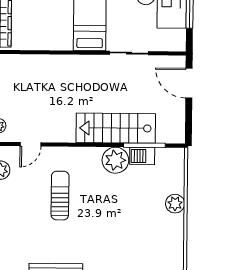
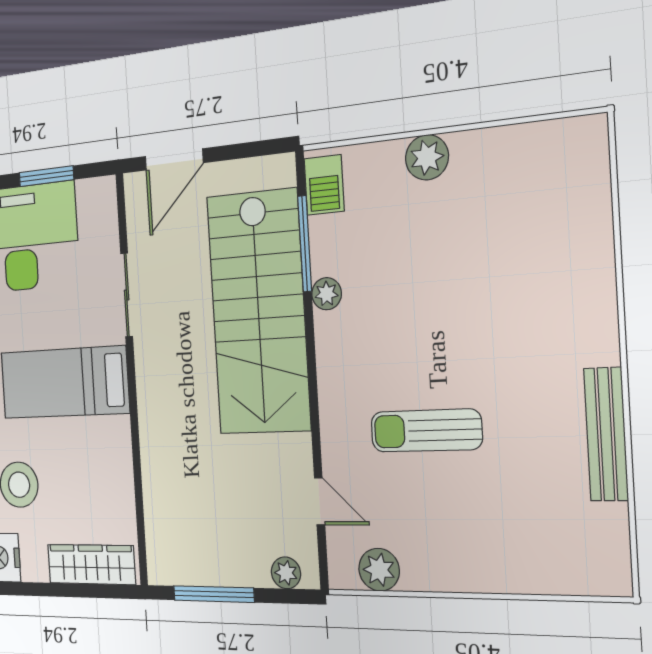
stairs: (116, 128) -> (258, 312), width x1.36, depth x1.51
barbecue: (142, 156) -> (324, 185), moved
plant: (115, 160) -> (327, 294), width x0.53, depth x0.53

